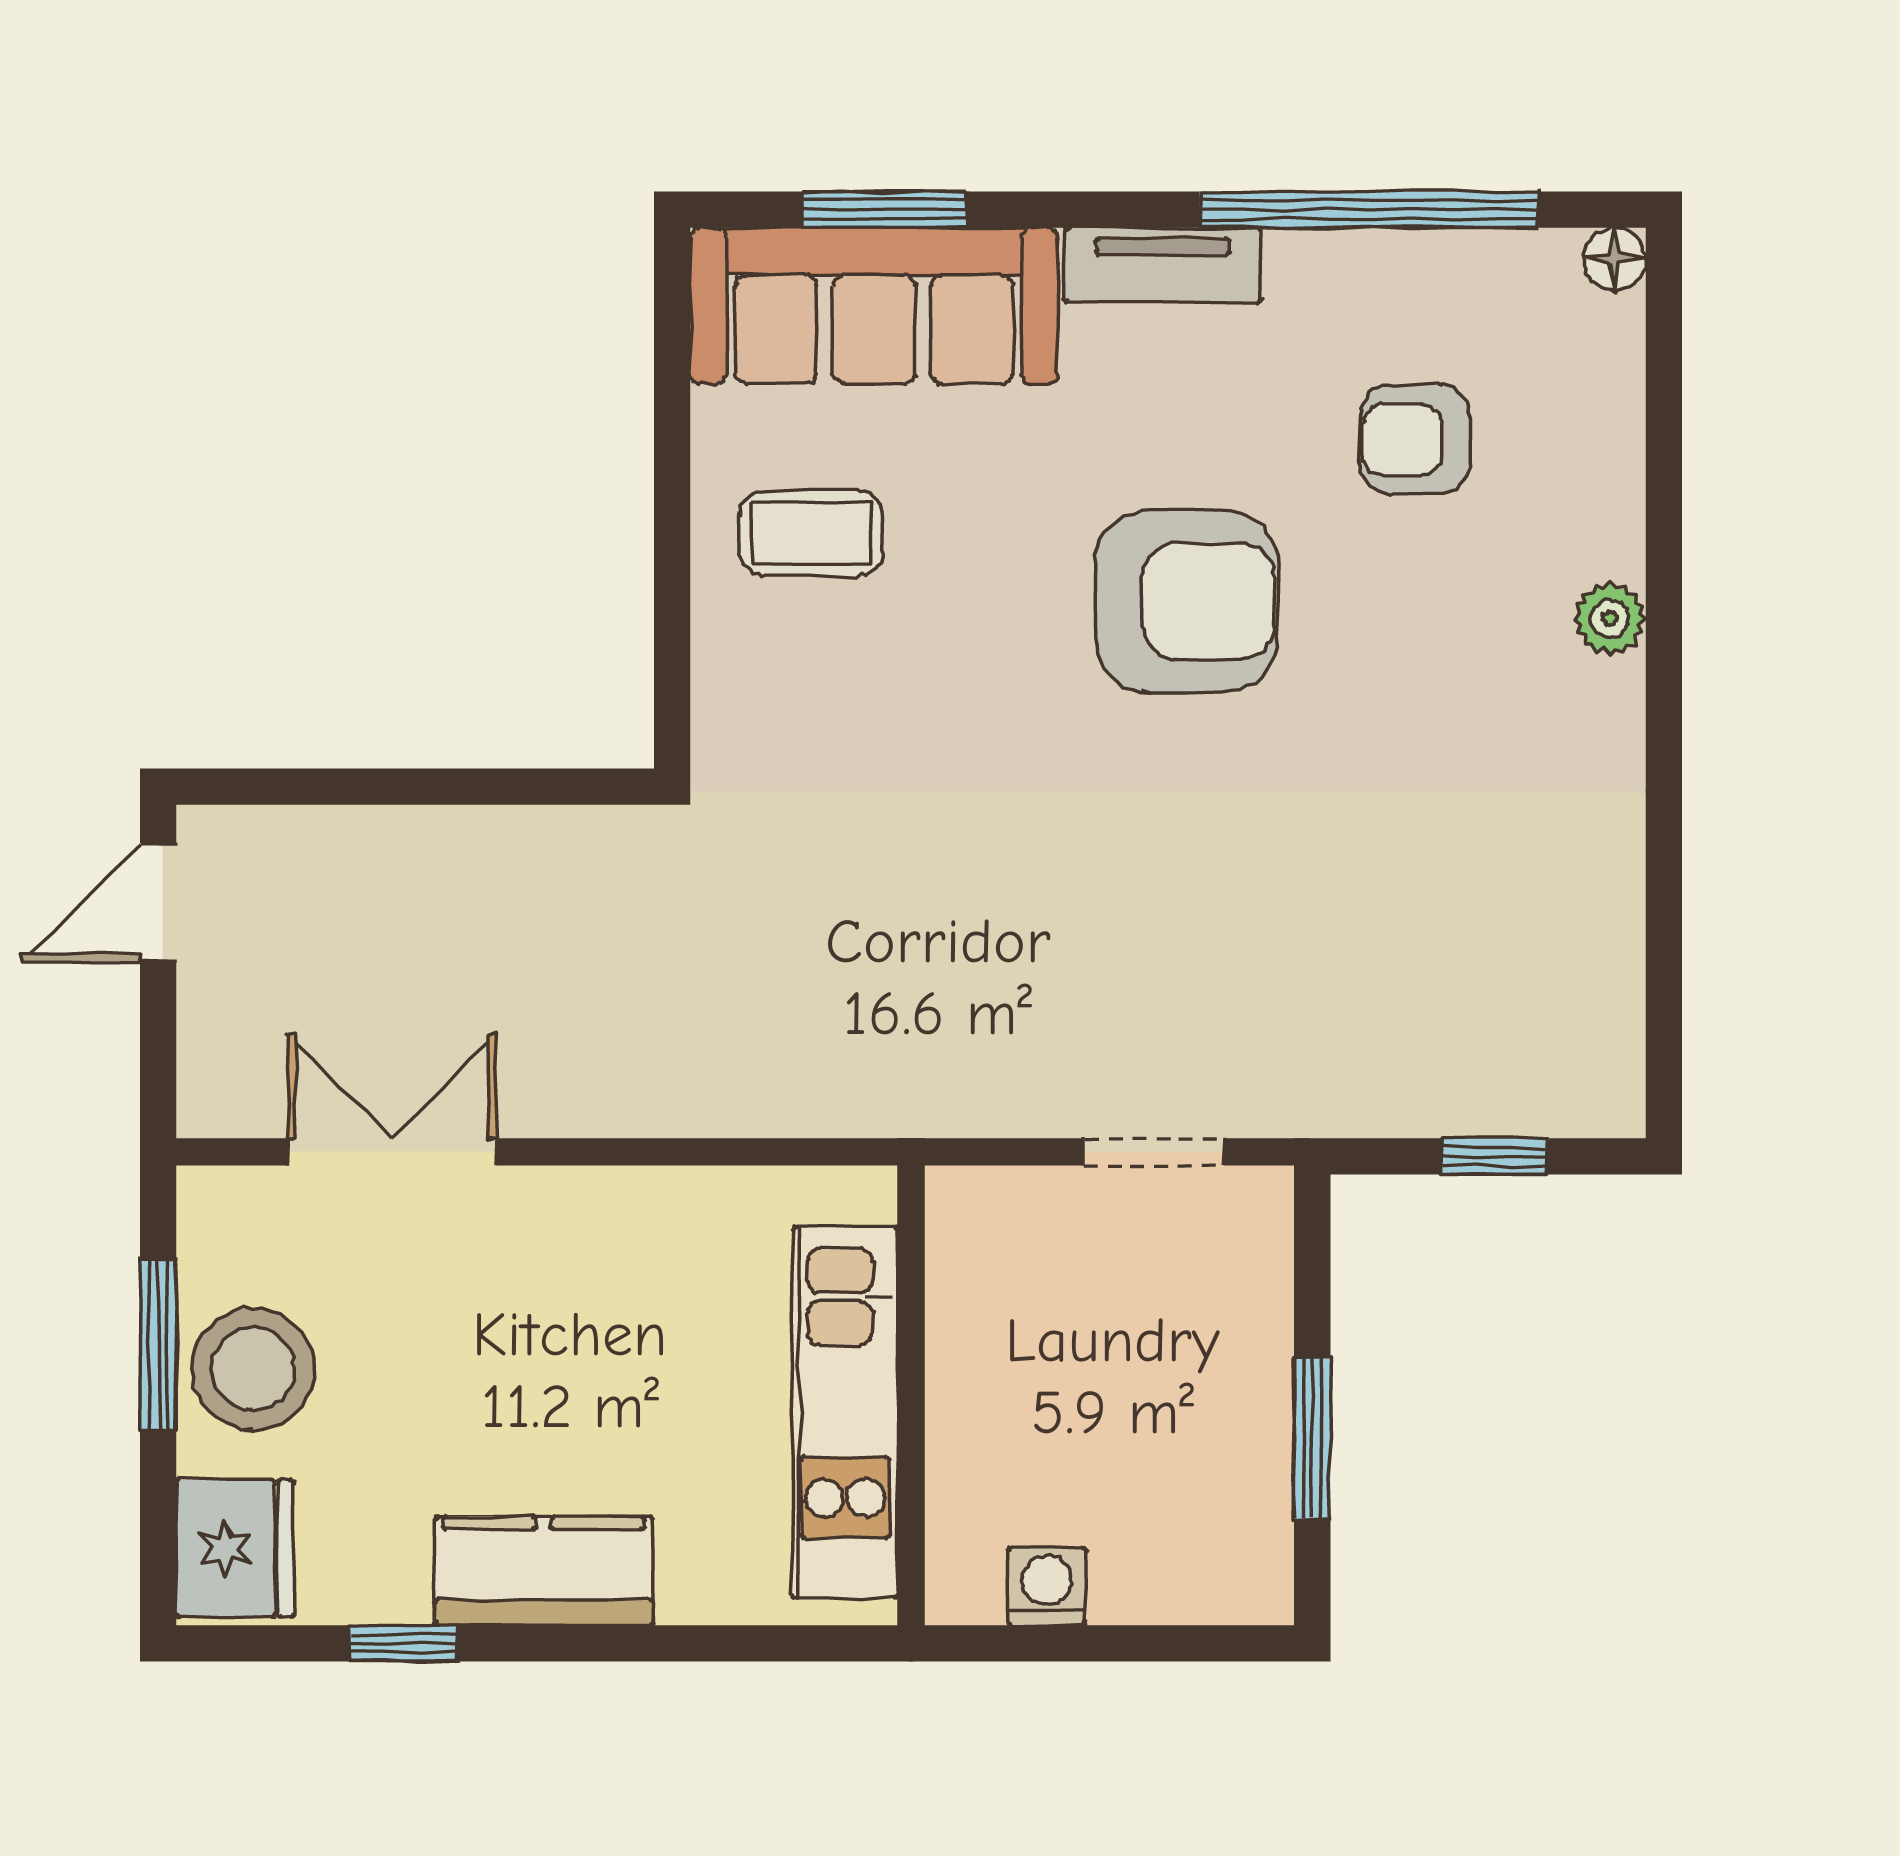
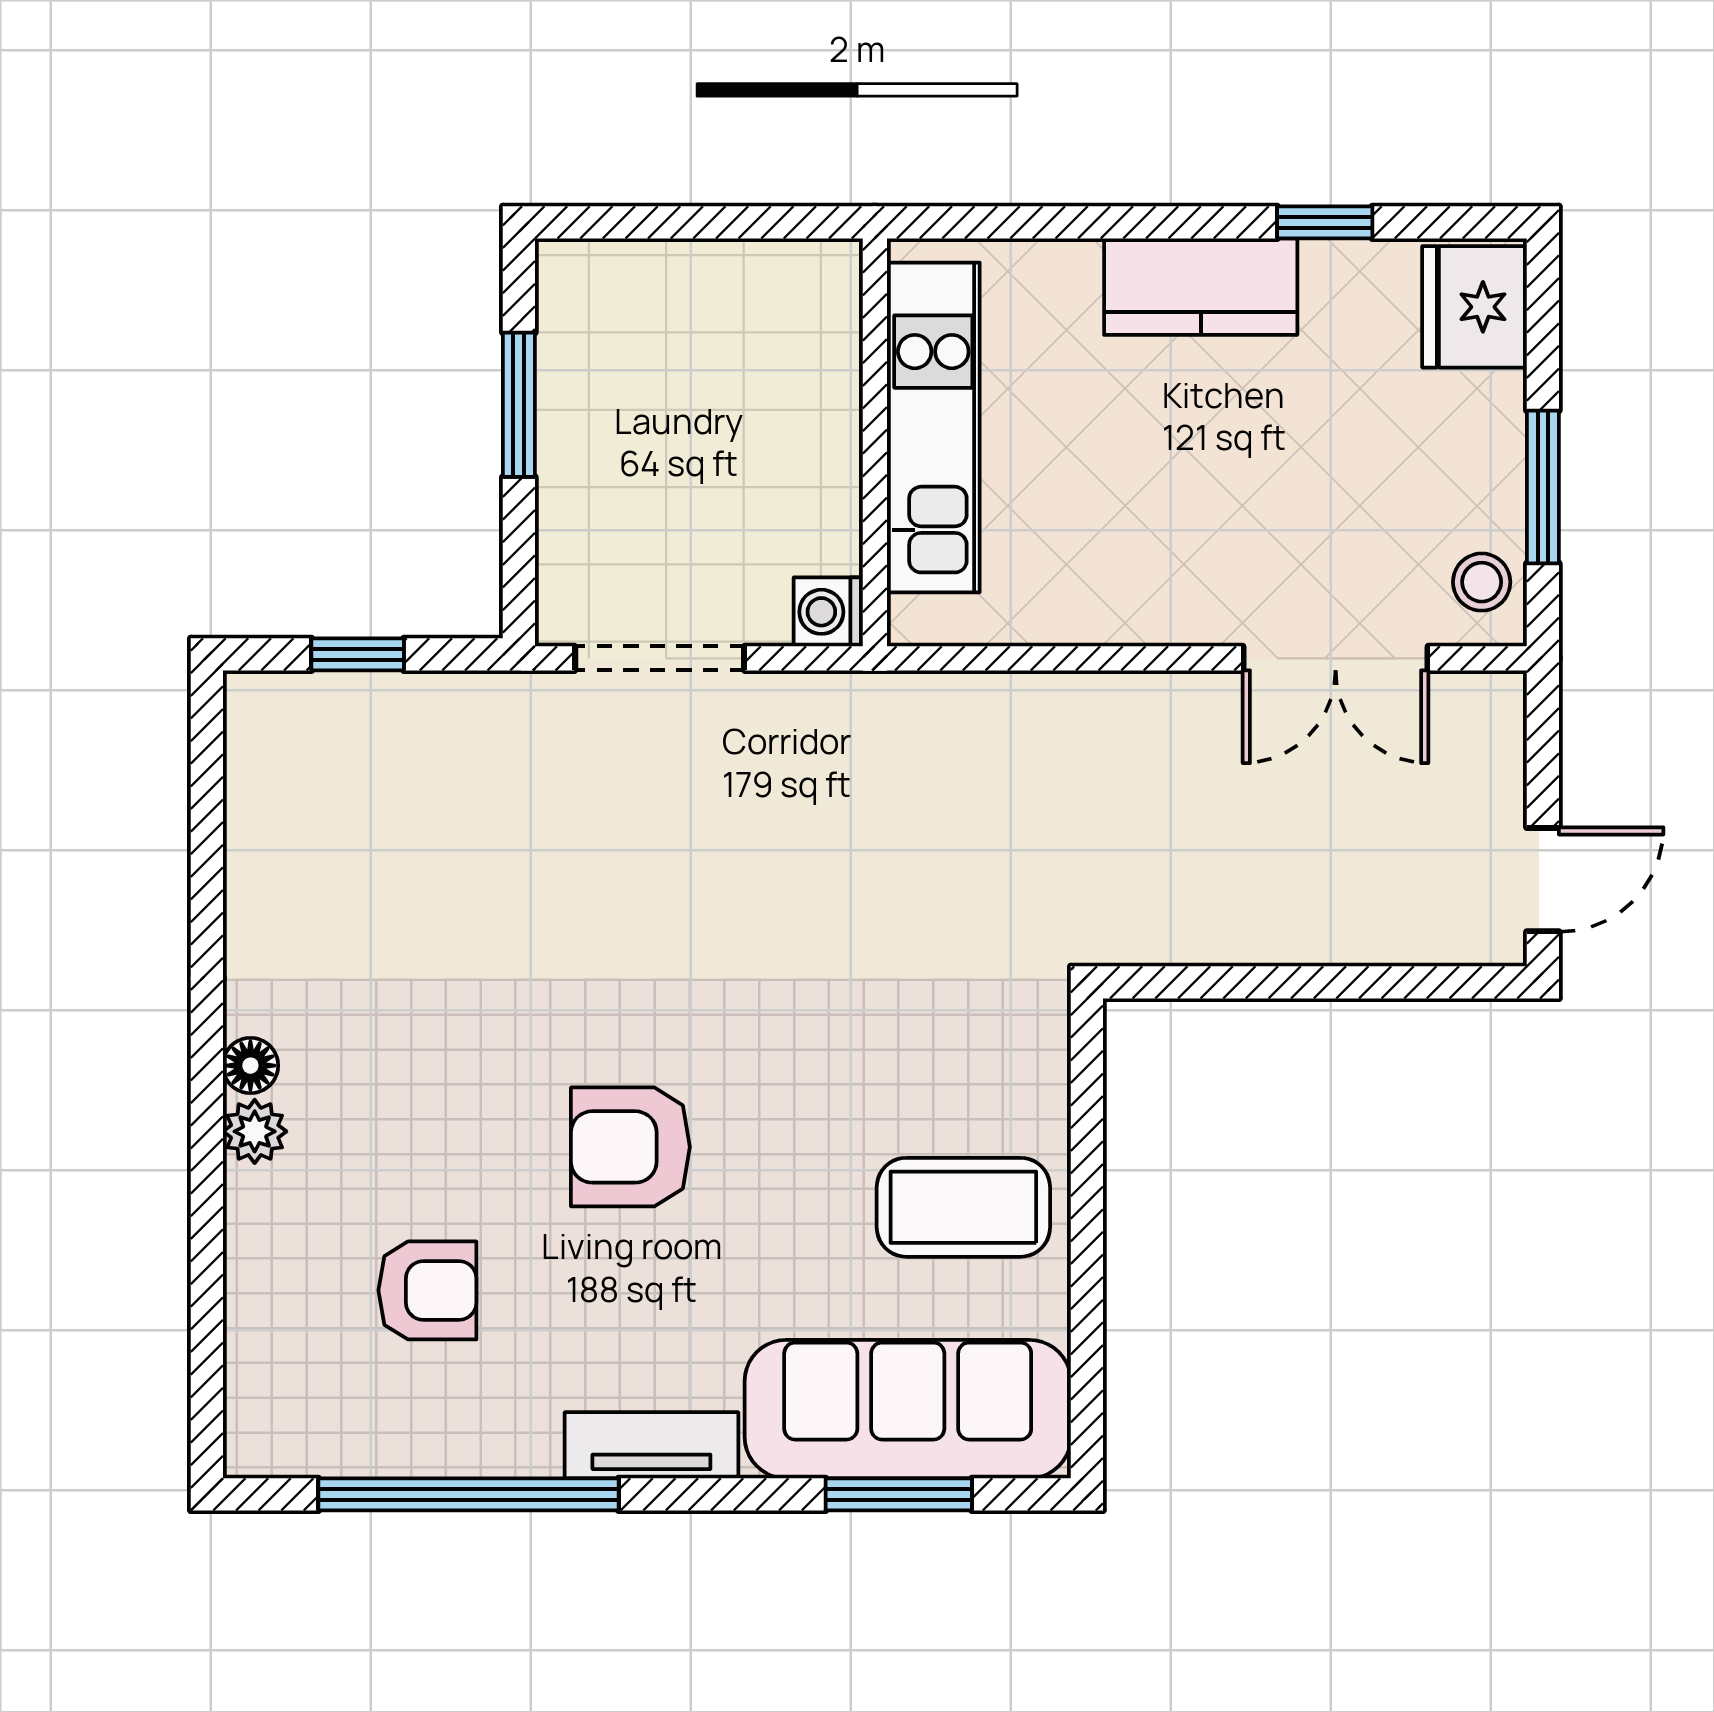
floor lamp: (1615, 259) -> (250, 1066), moved
coffee table: (811, 533) -> (963, 1207), width x1.36, depth x1.30
armchair: (1186, 601) -> (630, 1147), width x0.73, depth x0.73
doorway: (1154, 1152) -> (660, 658), width x1.38
stool: (253, 1369) -> (1482, 582), moved, width x0.53, depth x0.53
washing machine: (1047, 1586) -> (828, 612), moved, turned 90

